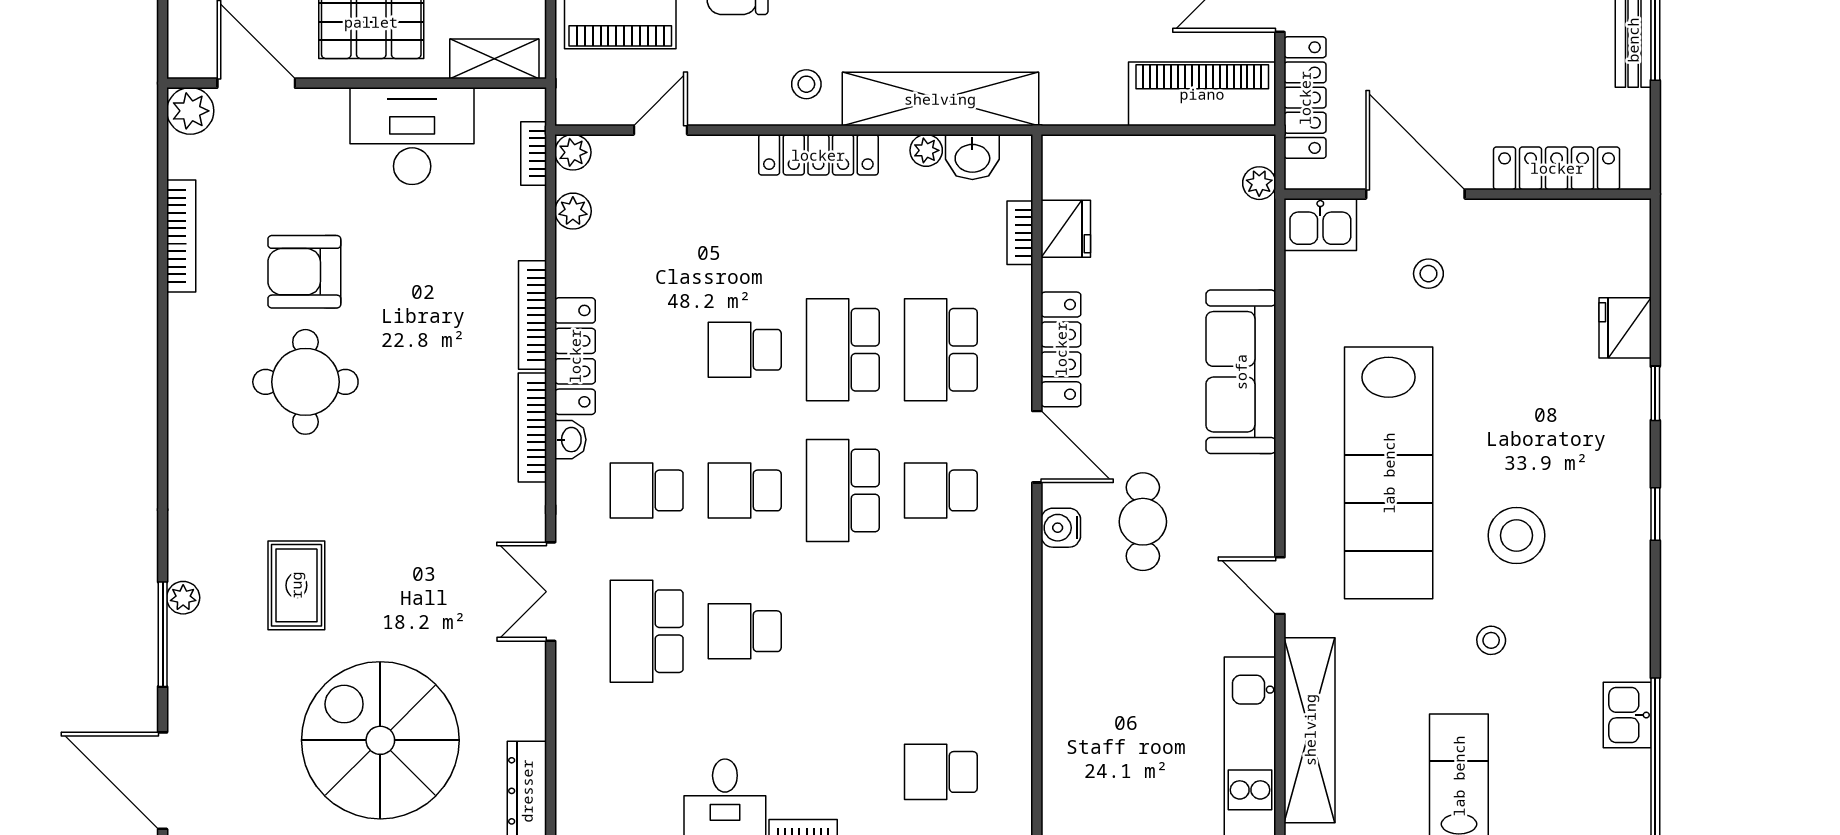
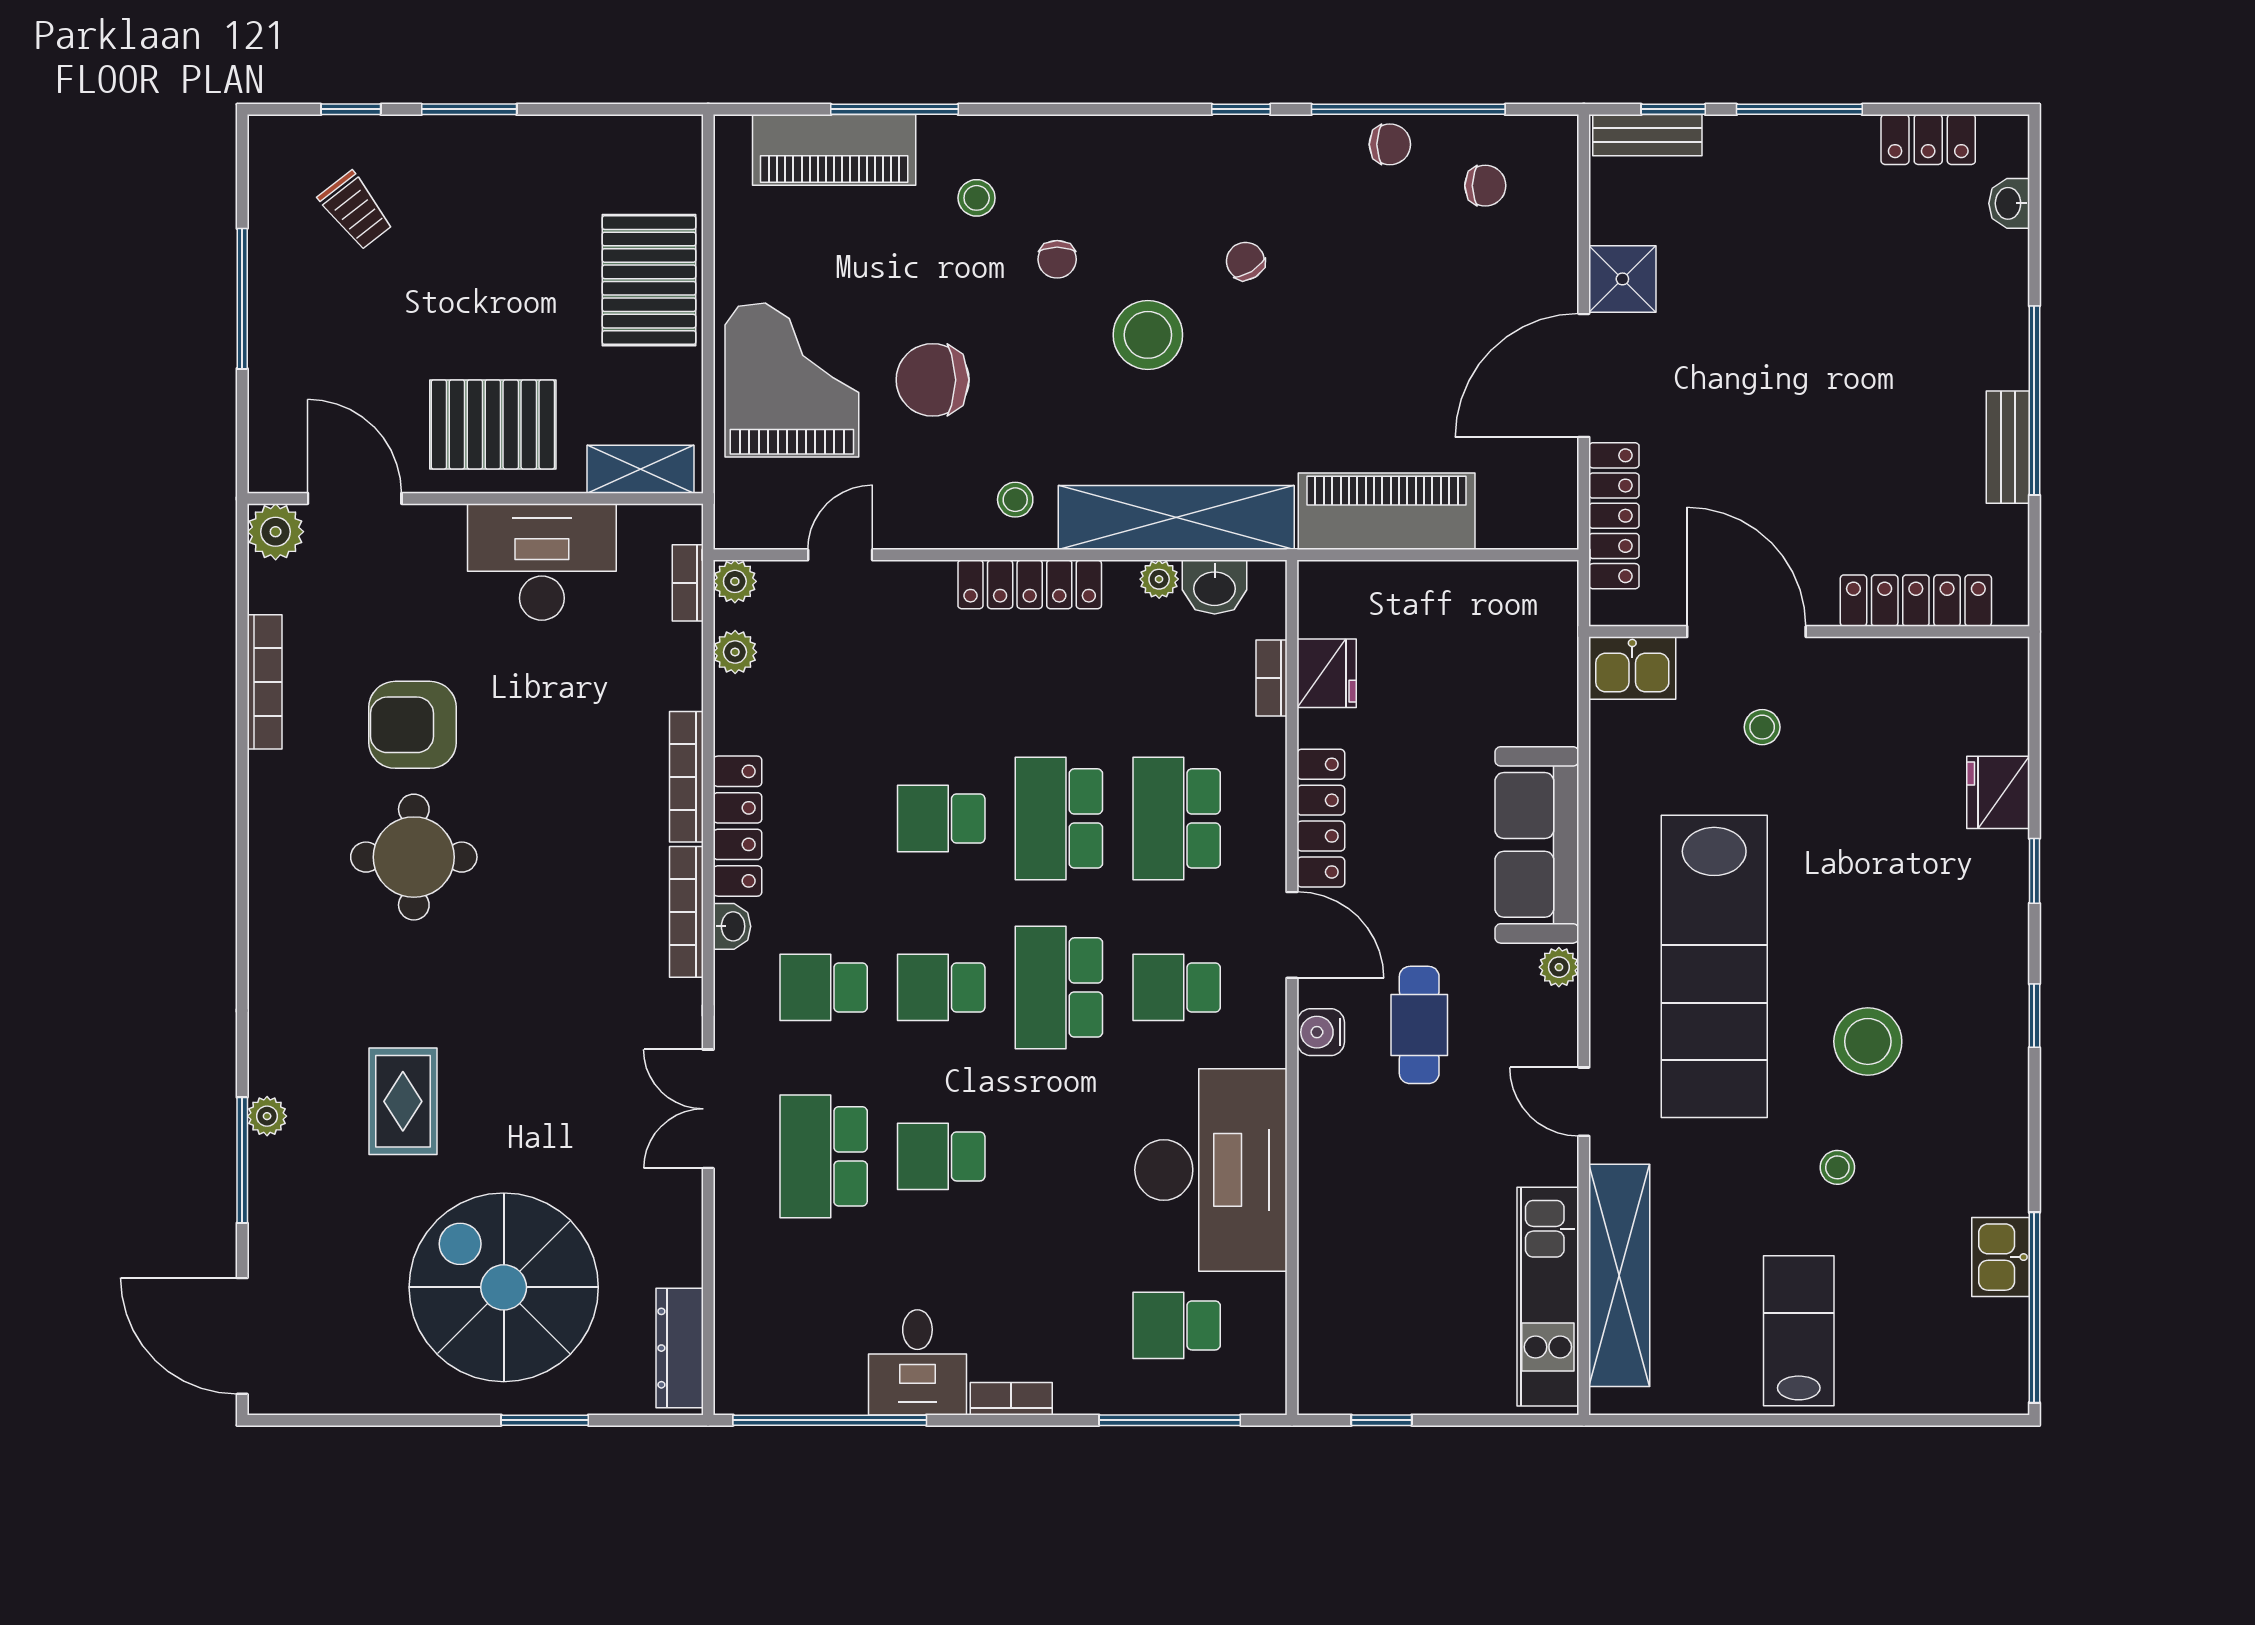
piano: (1202, 94) -> (1387, 511), moved
plant: (1259, 183) -> (1559, 967), moved
desk: (969, 642) -> (1211, 1170), added

